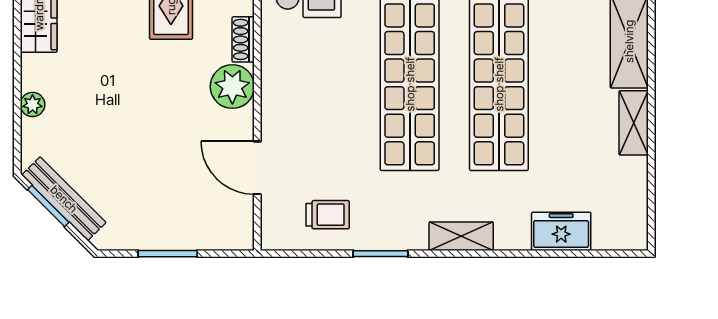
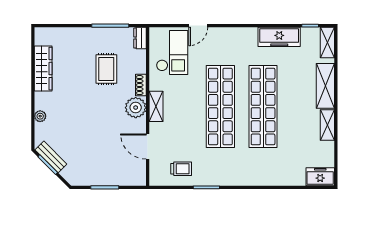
bench: (64, 199) -> (51, 157), width x0.73
freezer: (561, 231) -> (320, 177), moved
shelving: (461, 236) -> (156, 106), moved, turned 90

